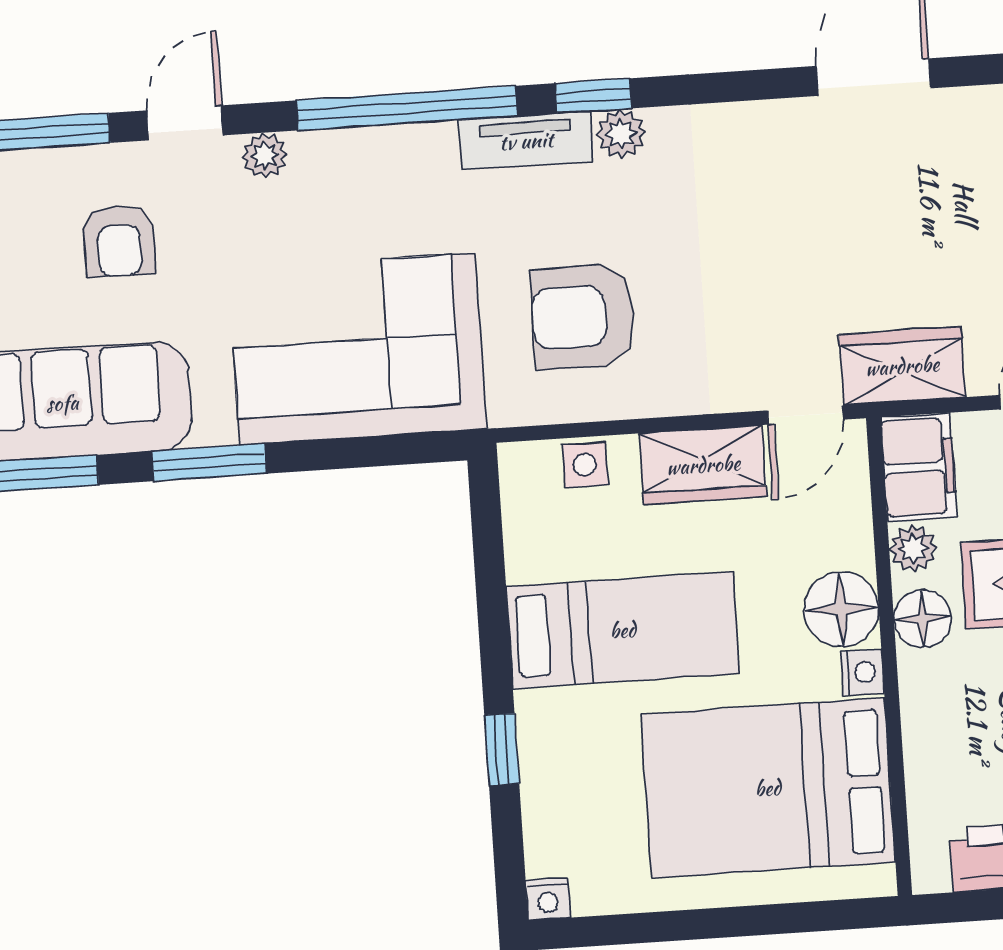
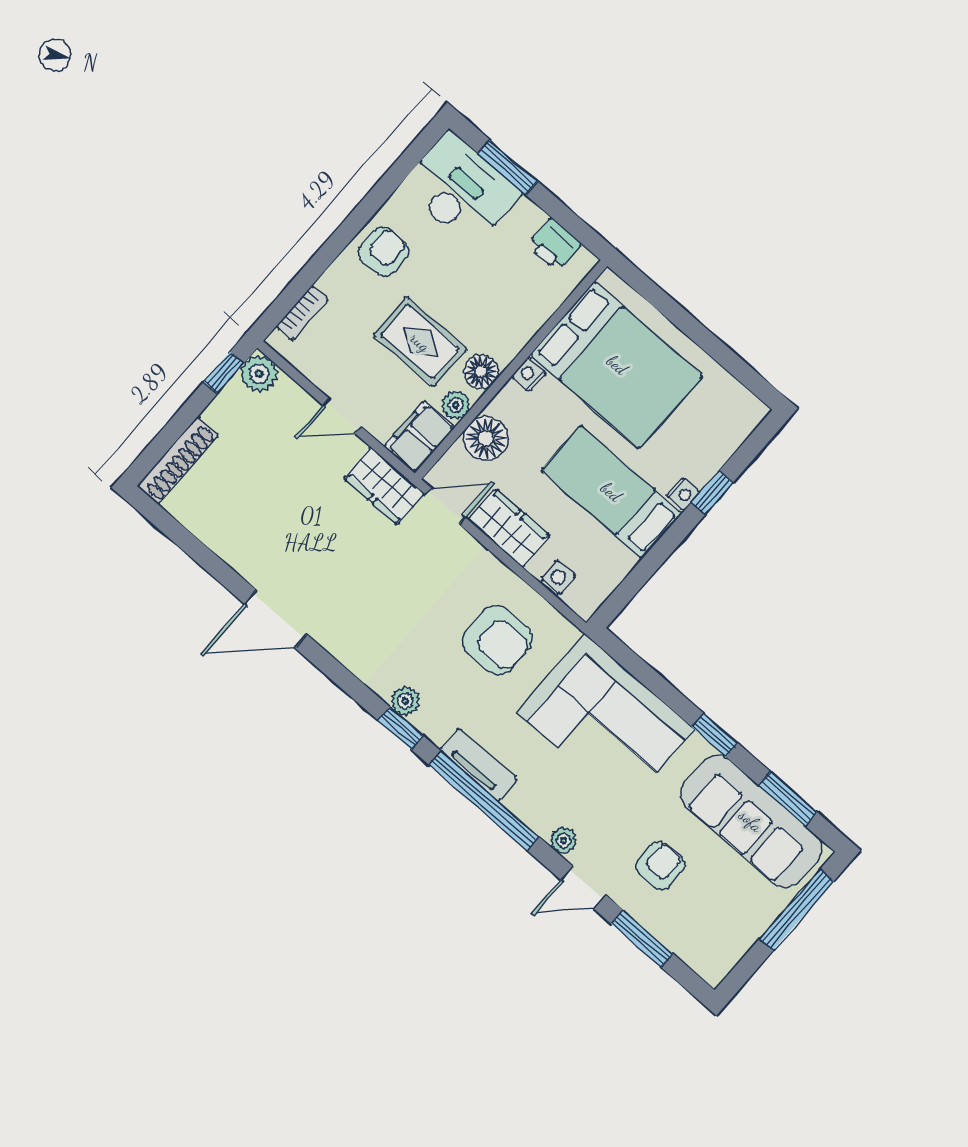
tv unit: (526, 141) -> (479, 765), moved
window: (209, 462) -> (715, 735), width x0.67
floor lamp: (841, 609) -> (486, 439), moved
nightstand: (548, 899) -> (683, 494), moved, turned 90

